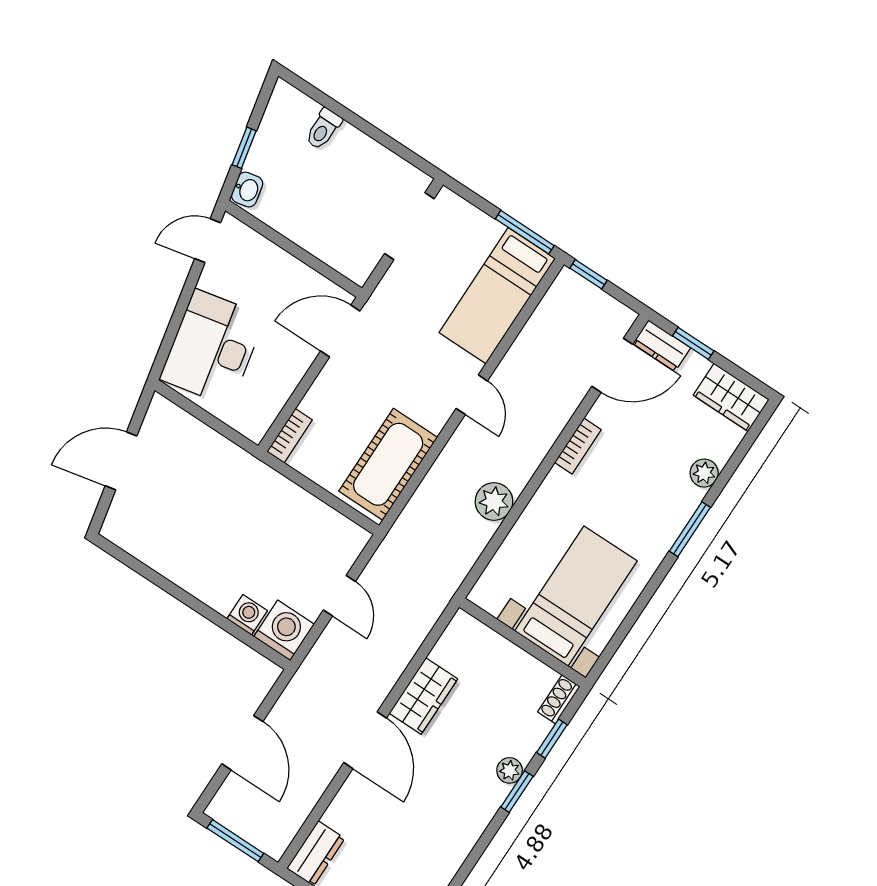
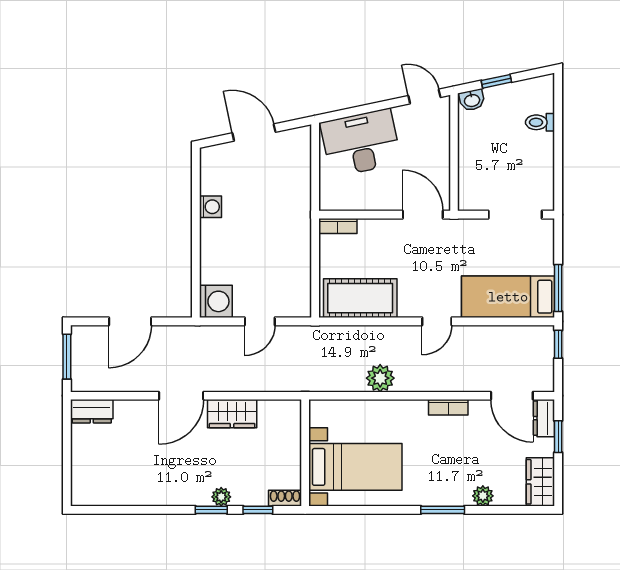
washing machine: (247, 615) -> (211, 207), moved

